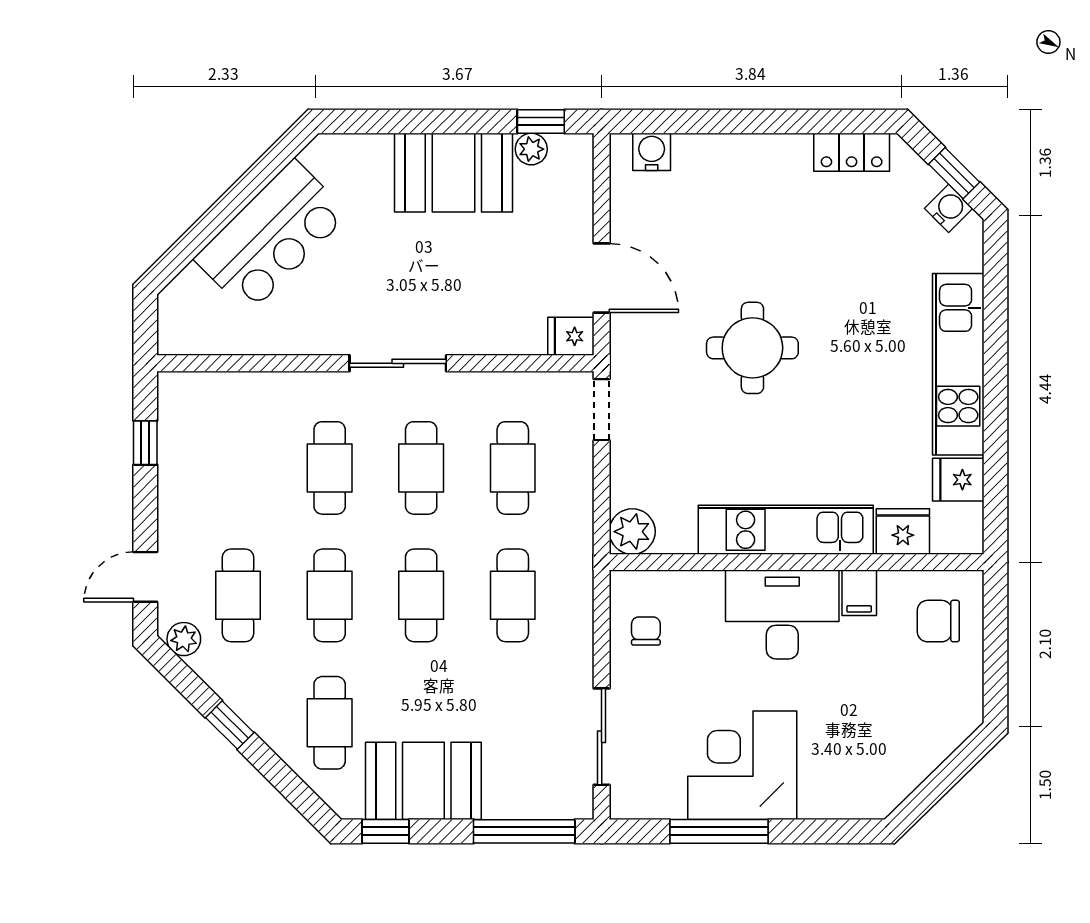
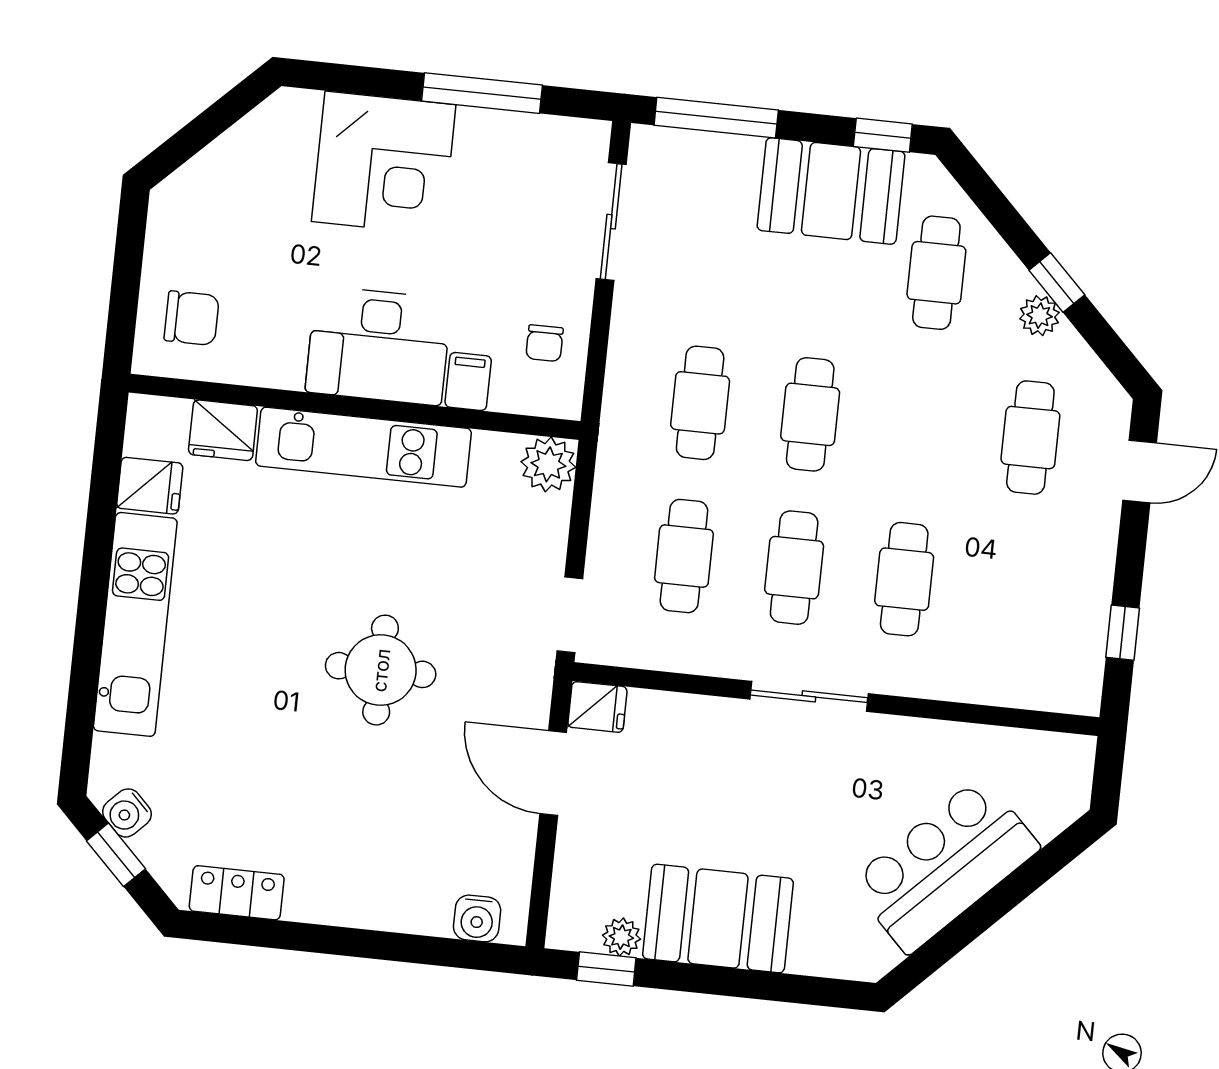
filing cabinet: (859, 593) -> (468, 381), moved
cafe table: (330, 595) -> (920, 426), removed
plant: (184, 639) -> (1039, 316), moved
corner desk: (742, 765) -> (384, 163), moved

